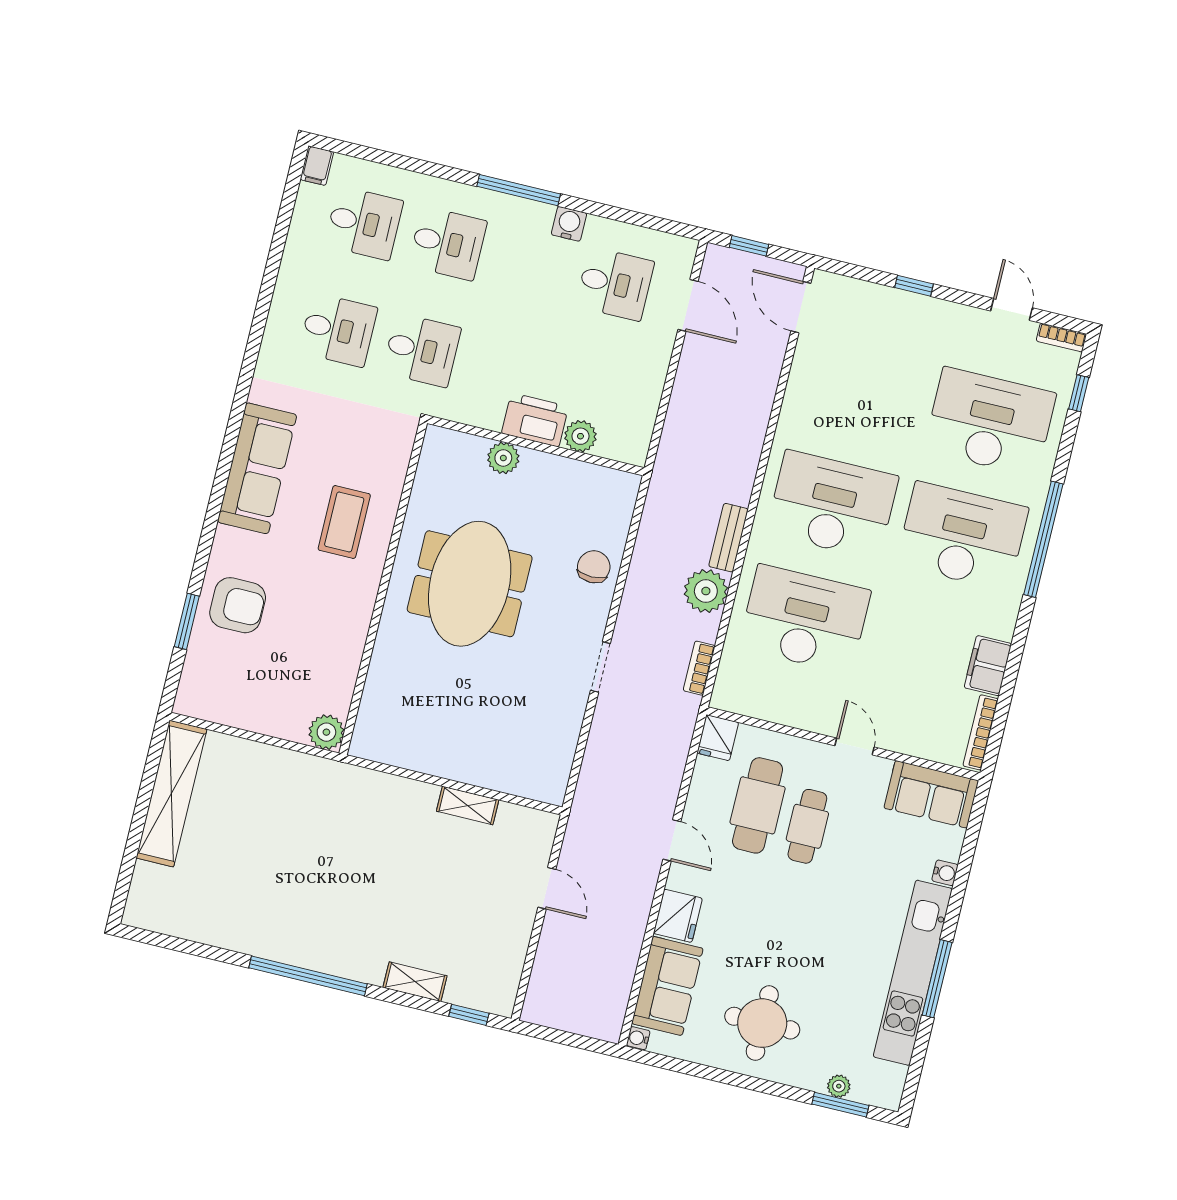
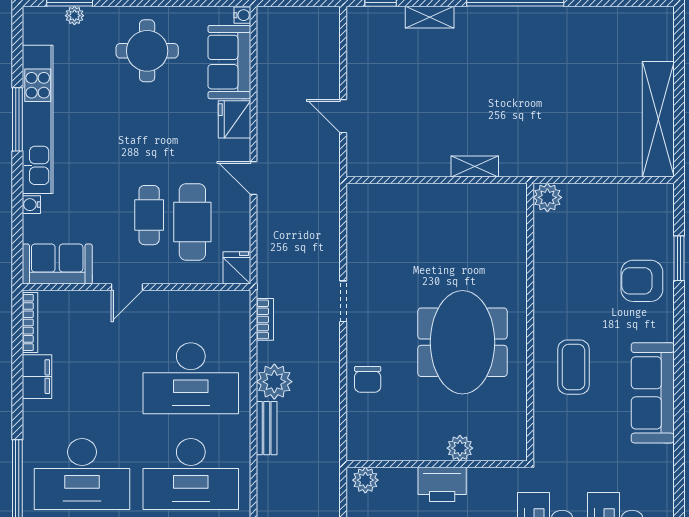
plant: (580, 436) -> (365, 480), moved
door: (855, 746) -> (127, 287), hinge flipped
shelving: (468, 805) -> (475, 166), moved

